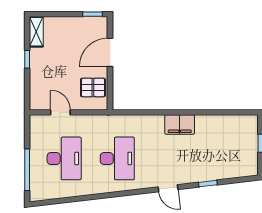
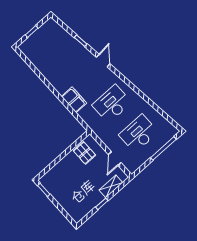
shelving: (36, 32) -> (111, 186), moved
door: (110, 52) -> (56, 161), removed
filing cabinet: (180, 125) -> (74, 100), moved

